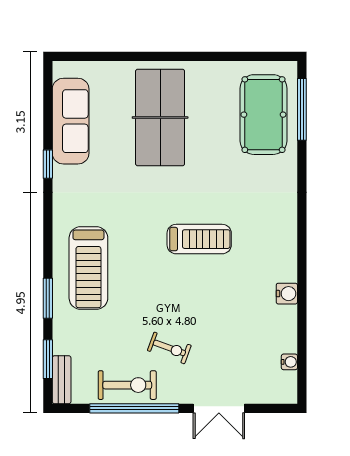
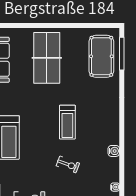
treadmill: (199, 239) -> (67, 122), turned 90
exercise bike: (169, 348) -> (68, 164), moved

